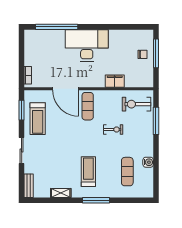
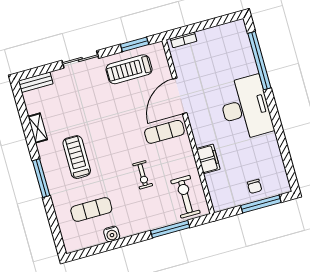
treadmill: (88, 172) -> (77, 157), turned -90

